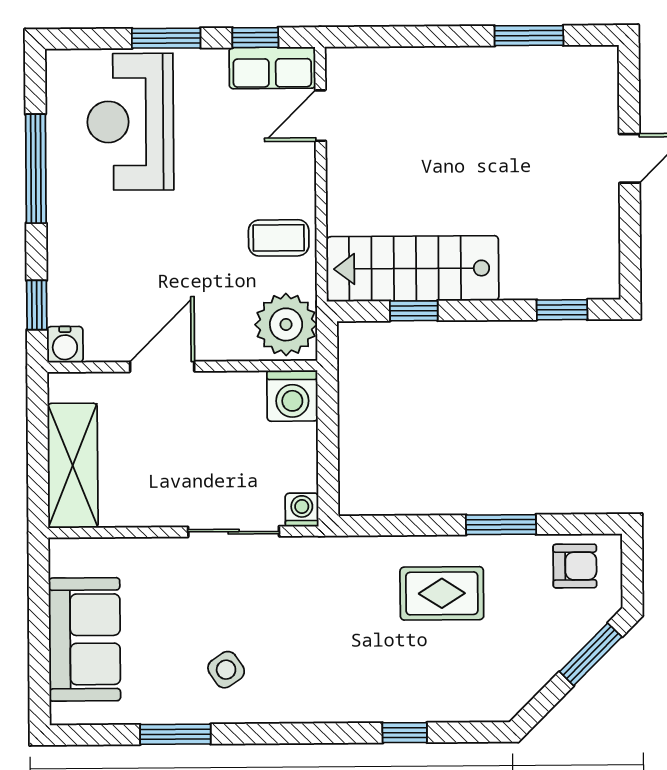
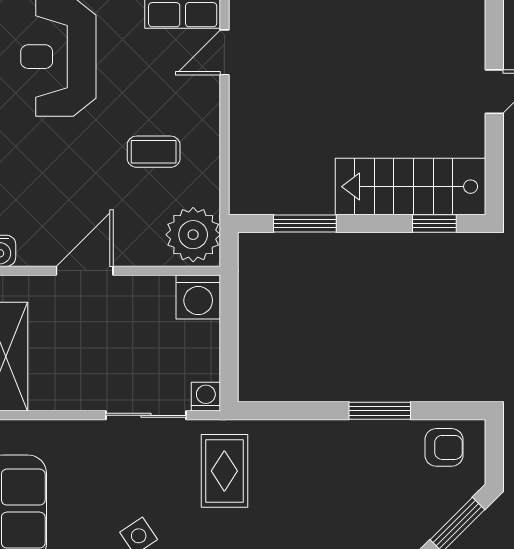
coffee table: (279, 238) -> (154, 152), moved
stairs: (413, 269) -> (411, 187), moved
window: (414, 311) -> (305, 223), width x1.50
rug: (442, 593) -> (224, 471), moved, turned 90

